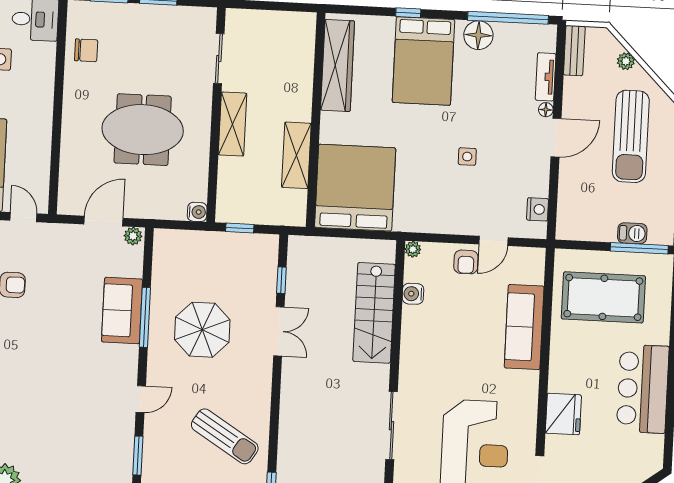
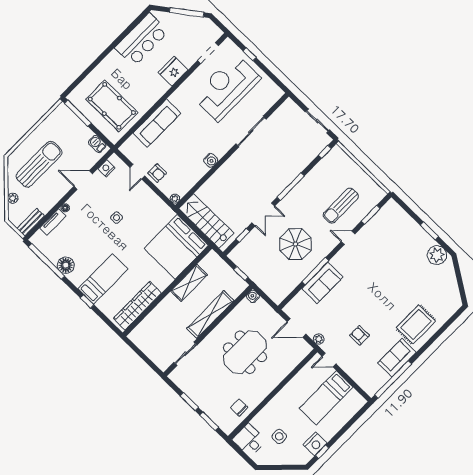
bed: (423, 61) -> (103, 279), width x0.67
shelving: (233, 124) -> (210, 315), width x1.47
meeting table: (143, 130) -> (245, 352), turned 90
door: (556, 138) -> (83, 180), moved
door: (23, 217) -> (329, 360), hinge flipped
barbecue: (632, 233) -> (97, 144), moved
plant: (133, 236) -> (319, 339), moved
door: (493, 241) -> (137, 172), swing flipped
armchair: (466, 262) -> (157, 173), turned 90
water cooler: (413, 294) -> (211, 160), moved
stairs: (374, 313) -> (206, 221), moved, turned -90
double door: (279, 331) -> (263, 214), swing flipped
bar counter: (643, 389) -> (142, 40), moved
window: (275, 399) -> (291, 187), added
sun lounger: (225, 436) -> (341, 206), moved, turned -122

